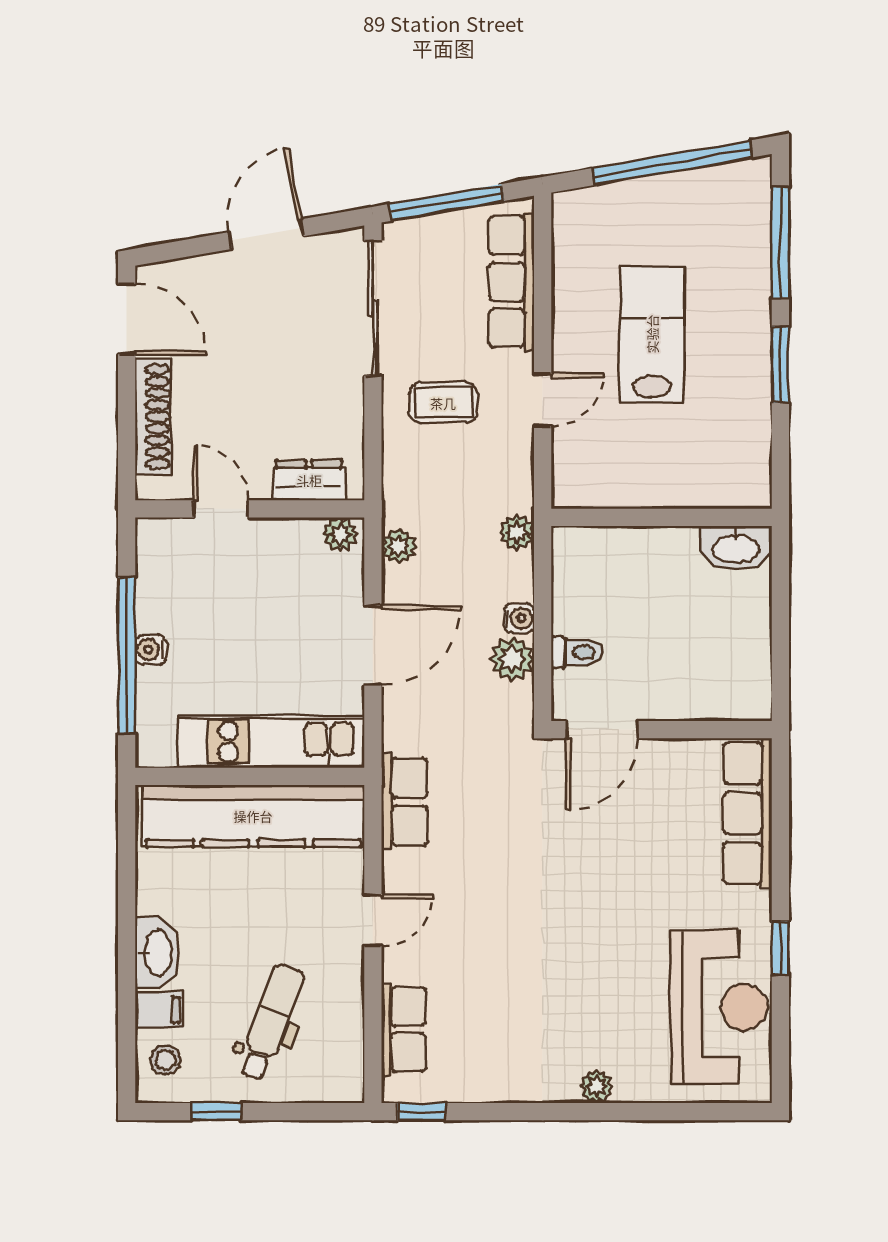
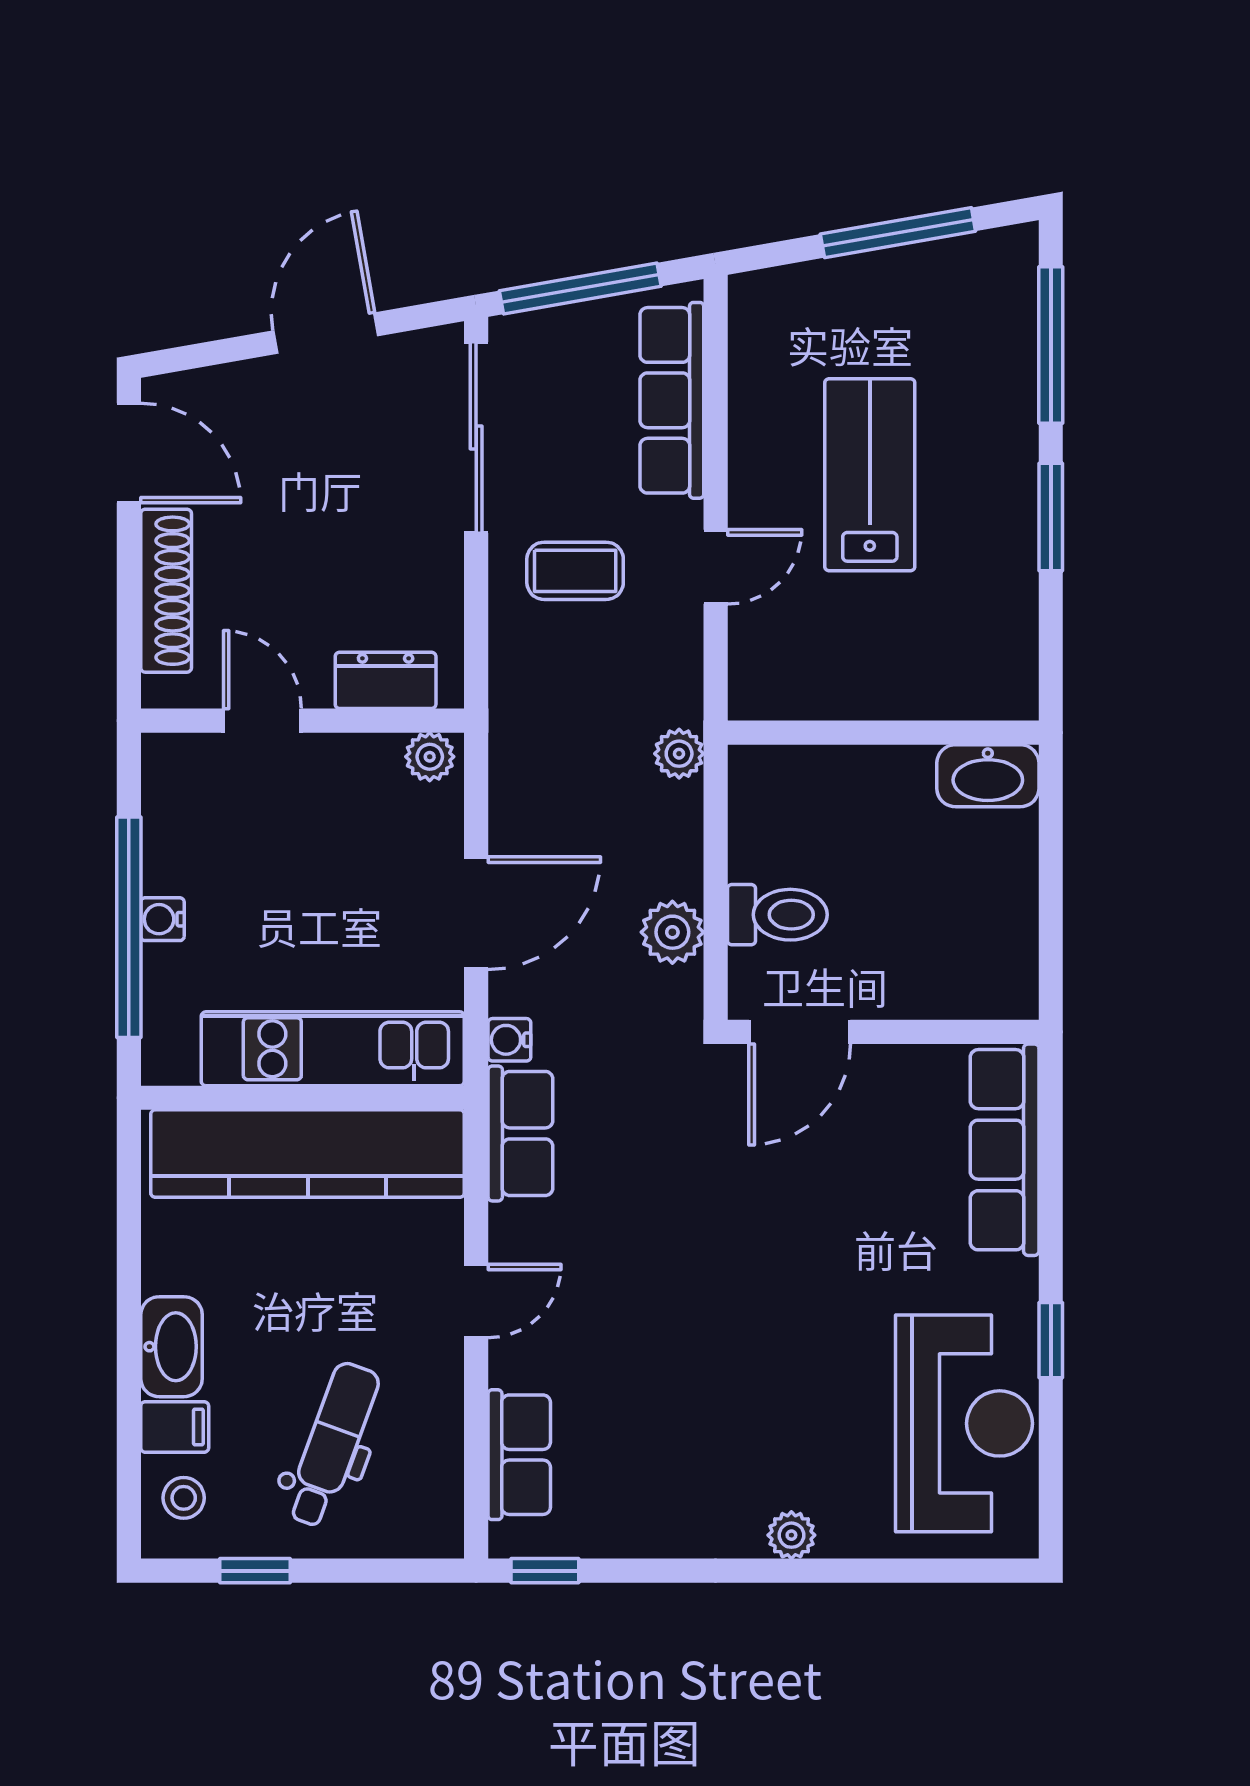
window: (672, 163) -> (898, 233), width x0.68
plant: (399, 546) -> (513, 773), removed
water cooler: (519, 618) -> (509, 1040), moved, turned 180
toilet: (577, 652) -> (777, 915), width x1.37, depth x1.39

